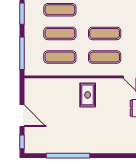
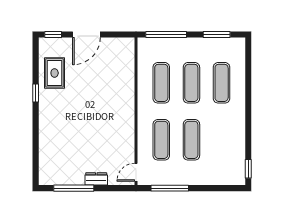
rug: (88, 95) -> (55, 73), moved, turned 90
window: (68, 156) -> (36, 93), width x0.32

